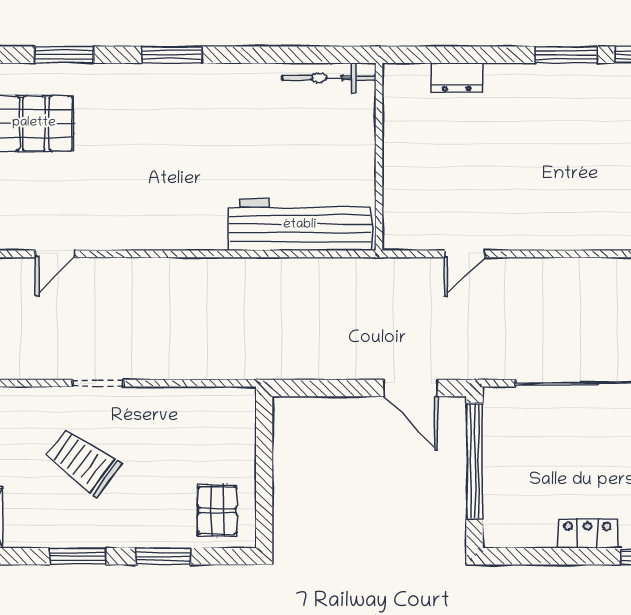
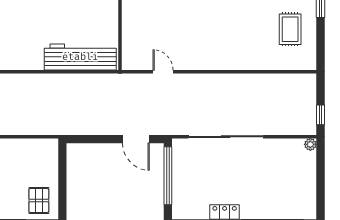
door: (465, 254) -> (163, 72), swing flipped

